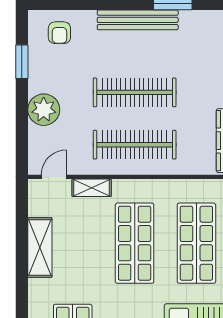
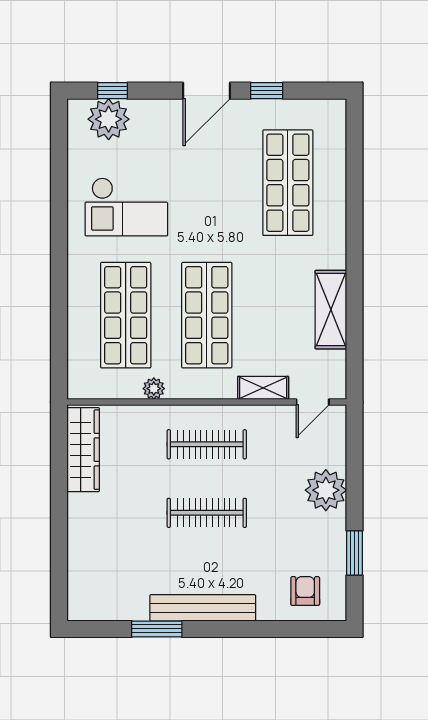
clothes rail: (135, 92) -> (207, 513), width x0.73, depth x0.76
clothes rail: (135, 145) -> (207, 444), width x0.73, depth x0.76
plant: (175, 187) -> (154, 389), added

